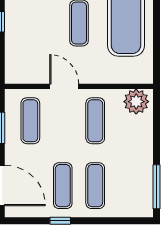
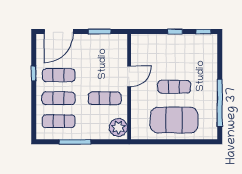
exercise mat: (30, 121) -> (59, 121), moved
window: (157, 187) -> (75, 142), moved

